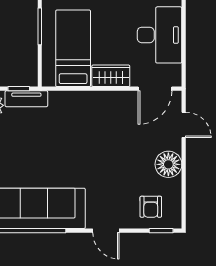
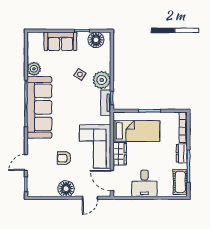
desk: (159, 35) -> (144, 183), width x0.73
corner sofa: (98, 116) -> (95, 146), added
armchair: (151, 207) -> (64, 158), moved
door: (106, 231) -> (26, 162), moved

